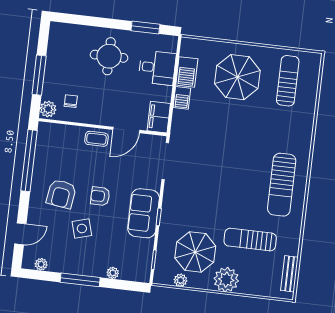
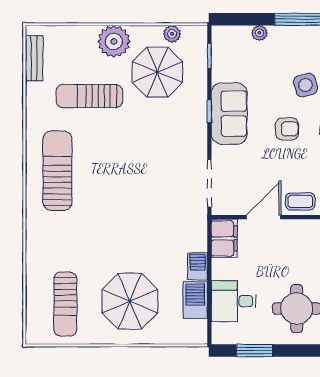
sun lounger: (250, 240) -> (89, 96), turned 180

